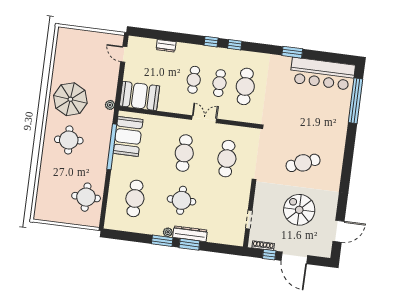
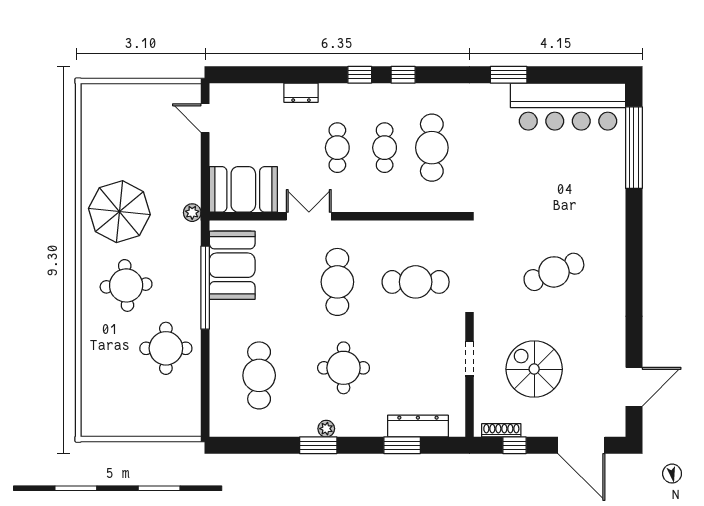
dresser: (166, 46) -> (301, 93), moved
double door: (204, 119) -> (309, 216), moved
cafe table: (227, 159) -> (416, 282), turned 90
round table: (86, 197) -> (166, 348), moved
spiral stairs: (299, 210) -> (534, 369), moved
doorway: (249, 220) -> (469, 359), moved
dresser: (190, 234) -> (418, 426), moved
window: (189, 244) -> (402, 445), moved
door: (294, 258) -> (581, 445), moved

